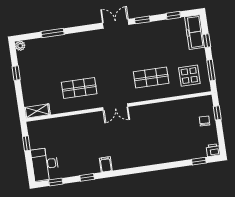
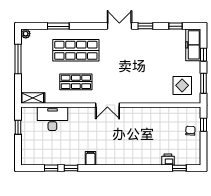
window: (16, 73) -> (18, 59), width x2.17
shop shelf: (151, 77) -> (76, 50), moved, width x1.43, depth x1.36
printer: (213, 150) -> (168, 160), moved
desk: (45, 164) -> (52, 119), moved, turned 90
window: (56, 182) -> (51, 168), moved

